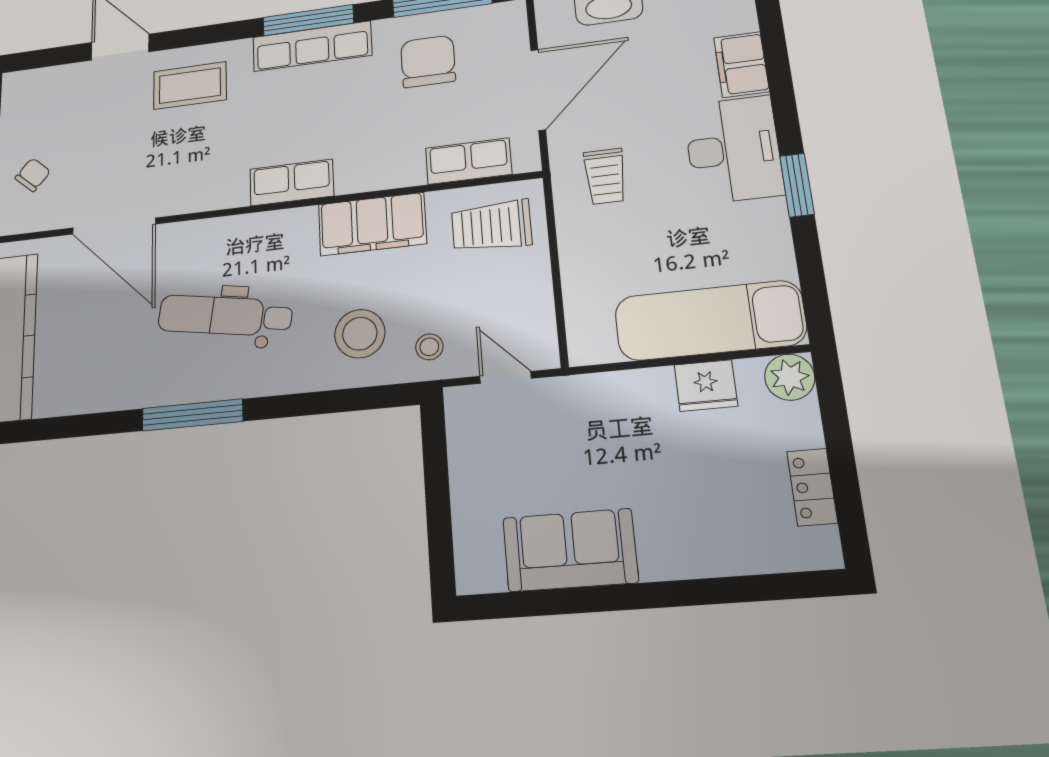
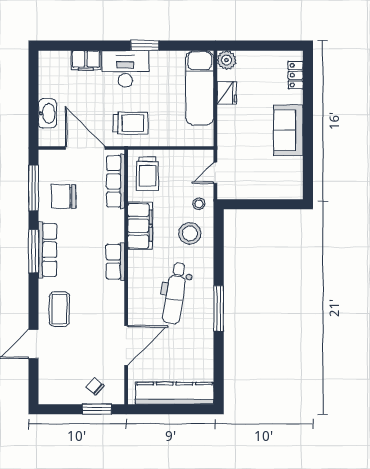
row of seats: (469, 161) -> (116, 181), width x1.48
trolley: (605, 176) -> (130, 123), width x1.36, depth x1.39
locker: (812, 487) -> (296, 75), moved, turned 90
sofa: (570, 550) -> (288, 130), moved

